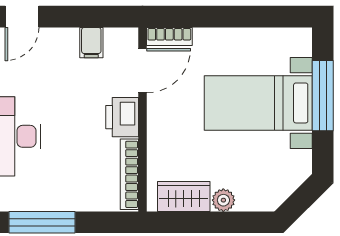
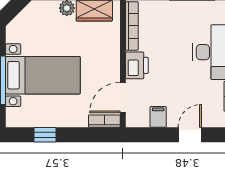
door: (22, 17) -> (190, 135), moved
window: (255, 17) -> (45, 135), added

